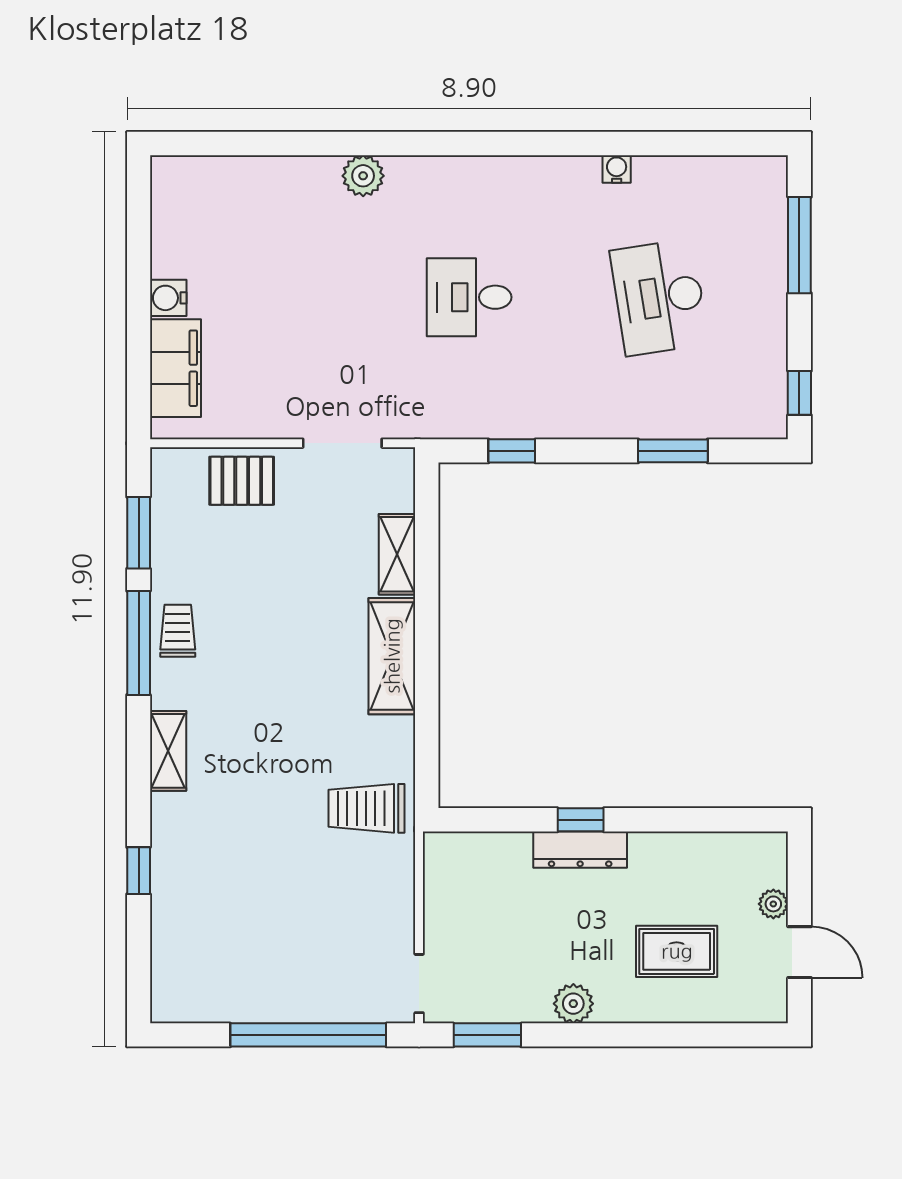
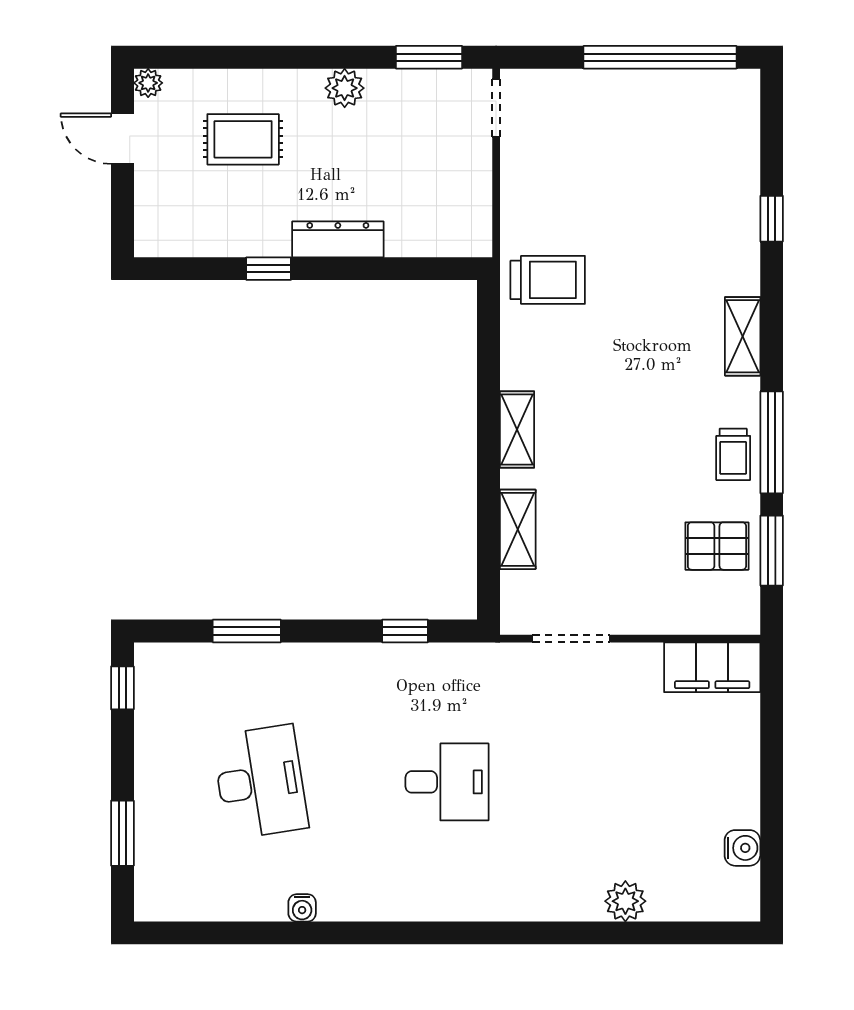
plant: (363, 176) -> (625, 901), moved
window: (799, 245) -> (122, 833), width x0.69
water cooler: (168, 298) -> (742, 848), moved
filing cabinet: (176, 368) -> (712, 667), moved, turned -90
pallet: (242, 481) -> (717, 546), moved
shelving: (392, 656) -> (517, 429), width x0.67, depth x0.75
window: (581, 820) -> (269, 269), moved
plant: (773, 904) -> (148, 83), moved
window: (308, 1035) -> (660, 57), moved

